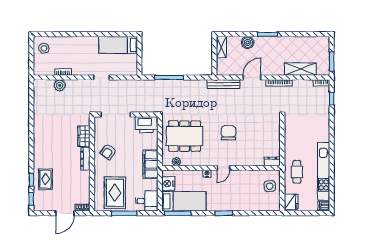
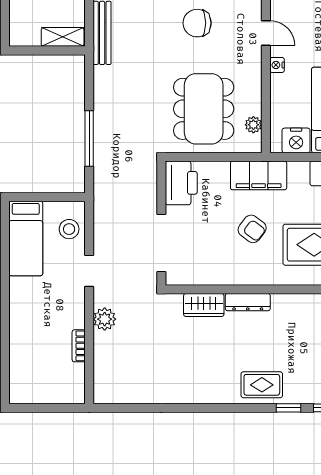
shelving: (221, 47) -> (63, 37), moved
stool: (44, 48) -> (69, 229), moved
plant: (60, 85) -> (105, 319), moved
armchair: (108, 152) -> (252, 229), moved
rug: (45, 179) -> (262, 385), moved

